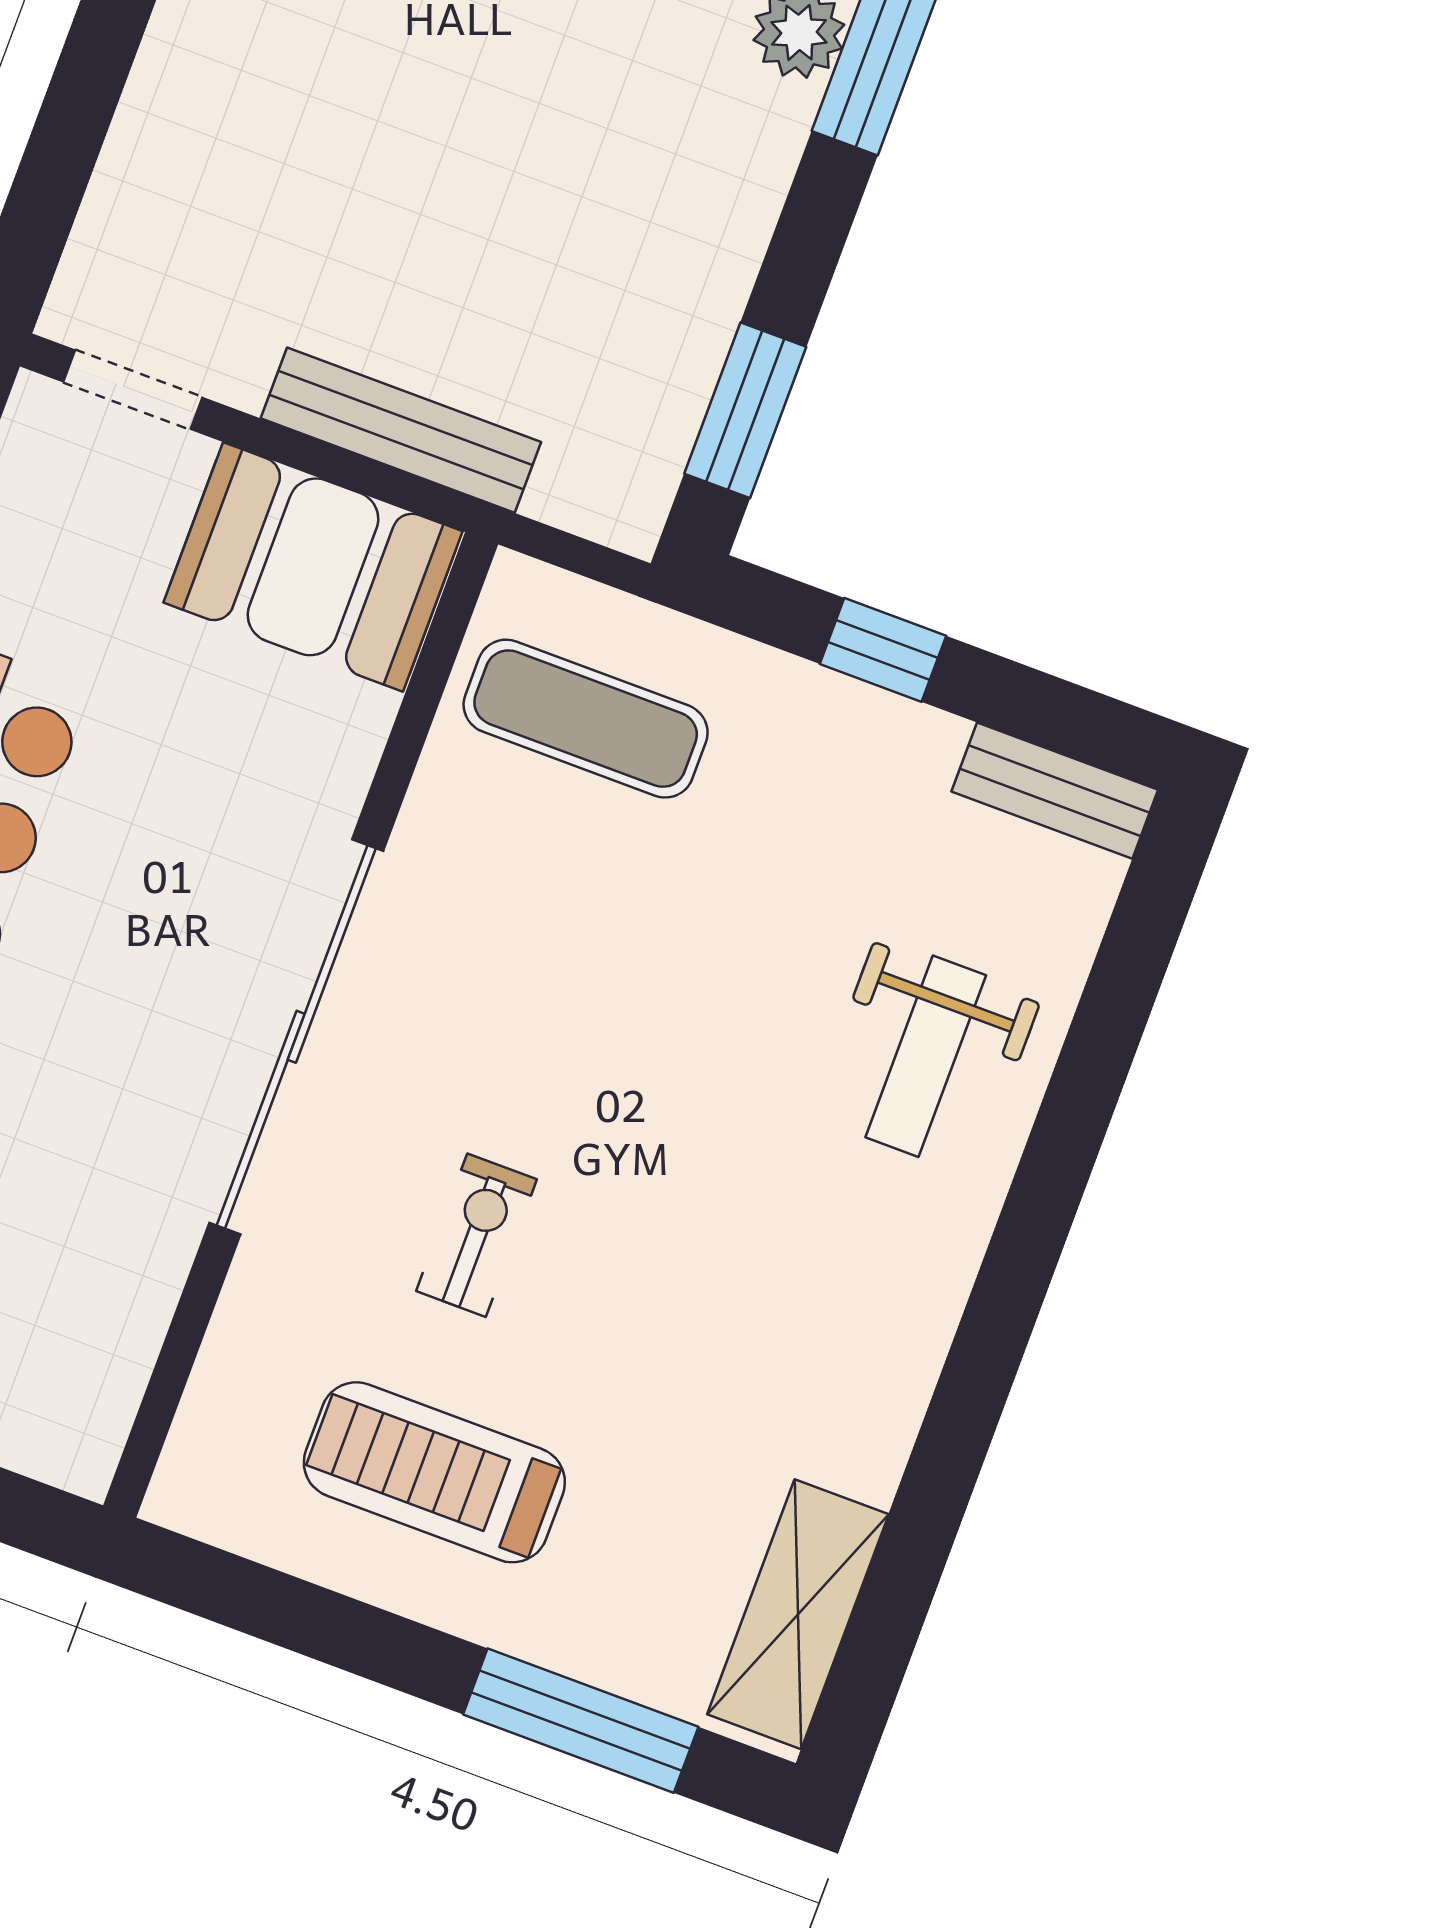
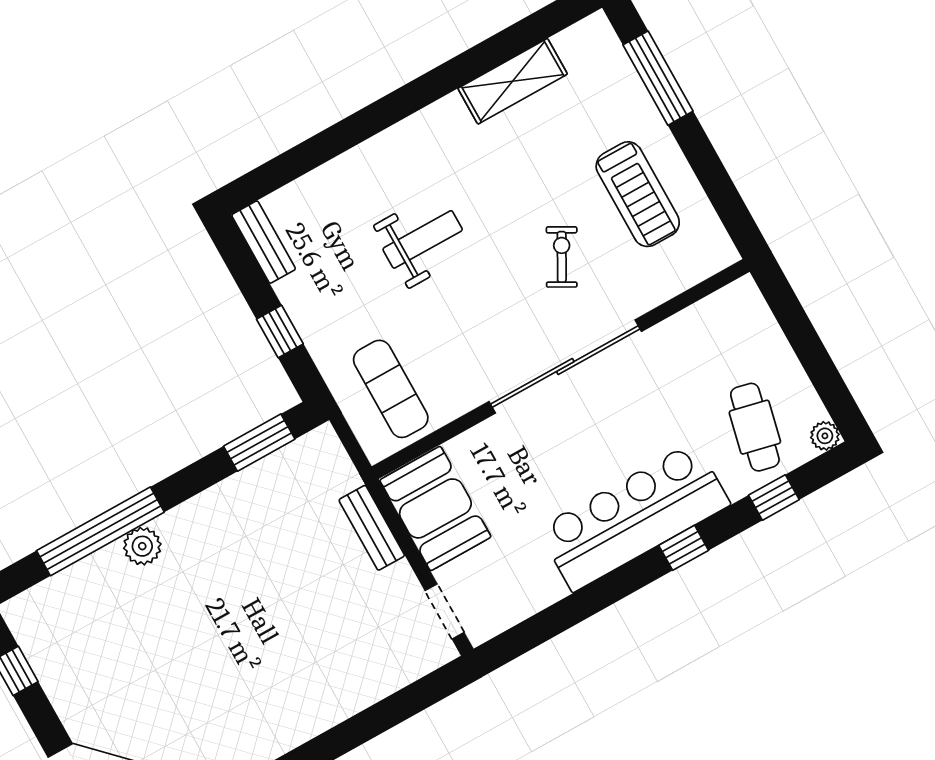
bench: (401, 430) -> (372, 528), width x0.73
weight bench: (926, 1056) -> (423, 239), moved
exercise bike: (477, 1235) -> (562, 257), turned 119
shelving: (798, 1614) -> (513, 81), moved

